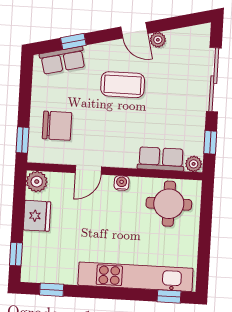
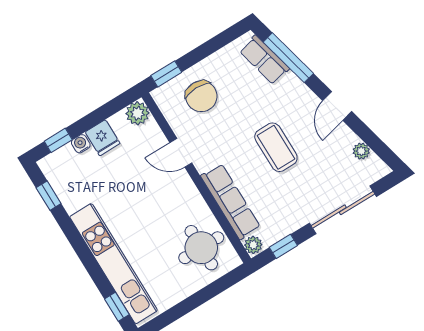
plant: (158, 40) -> (361, 151), moved
window: (73, 42) -> (288, 58), width x2.17
coffee table: (123, 85) -> (276, 147), moved
row of seats: (161, 159) -> (231, 202), width x1.48
water cooler: (122, 183) -> (81, 144), moved, turned -90
fridge: (37, 216) -> (103, 138), width x0.72

